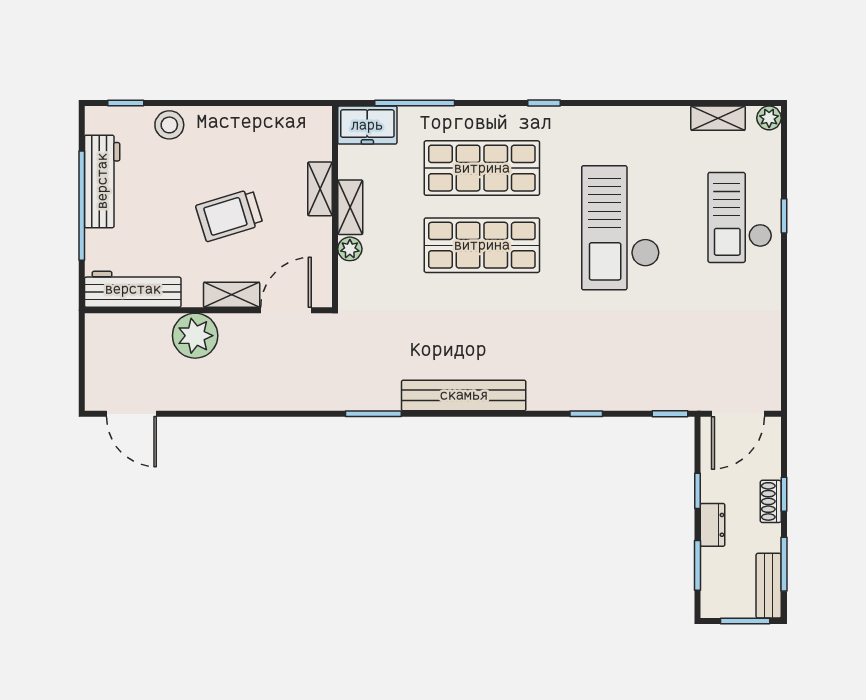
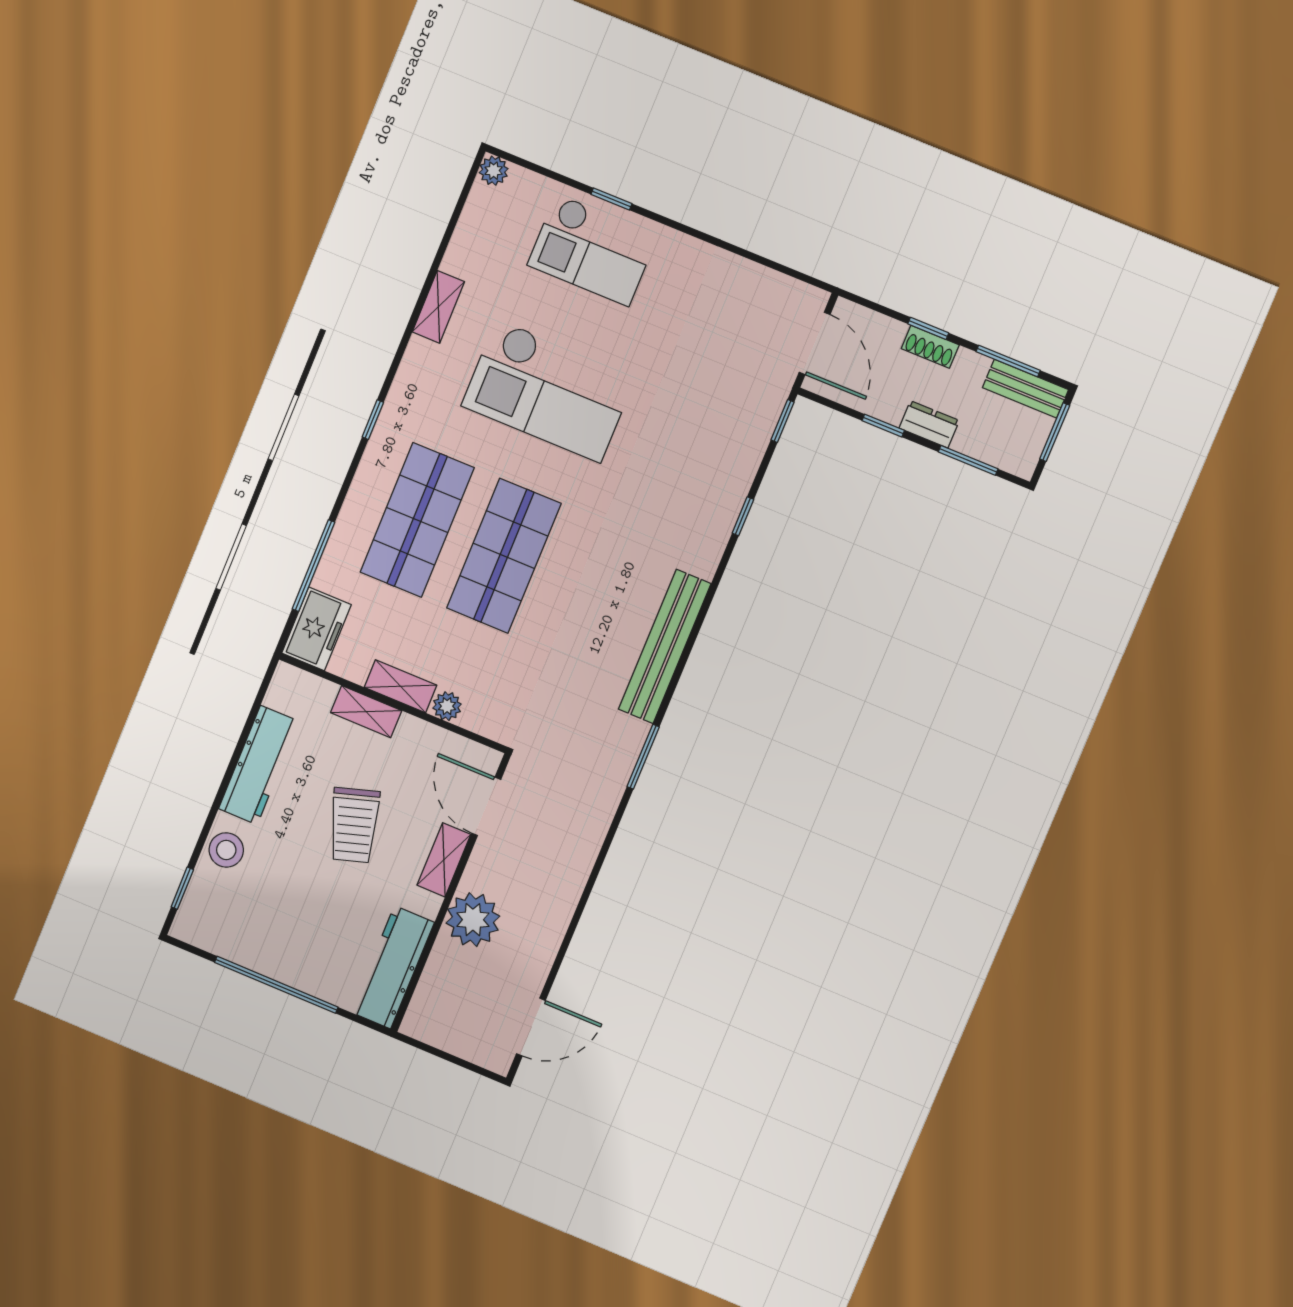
shelving: (718, 118) -> (438, 307), moved
workbench: (102, 181) -> (259, 765), moved, turned 90

